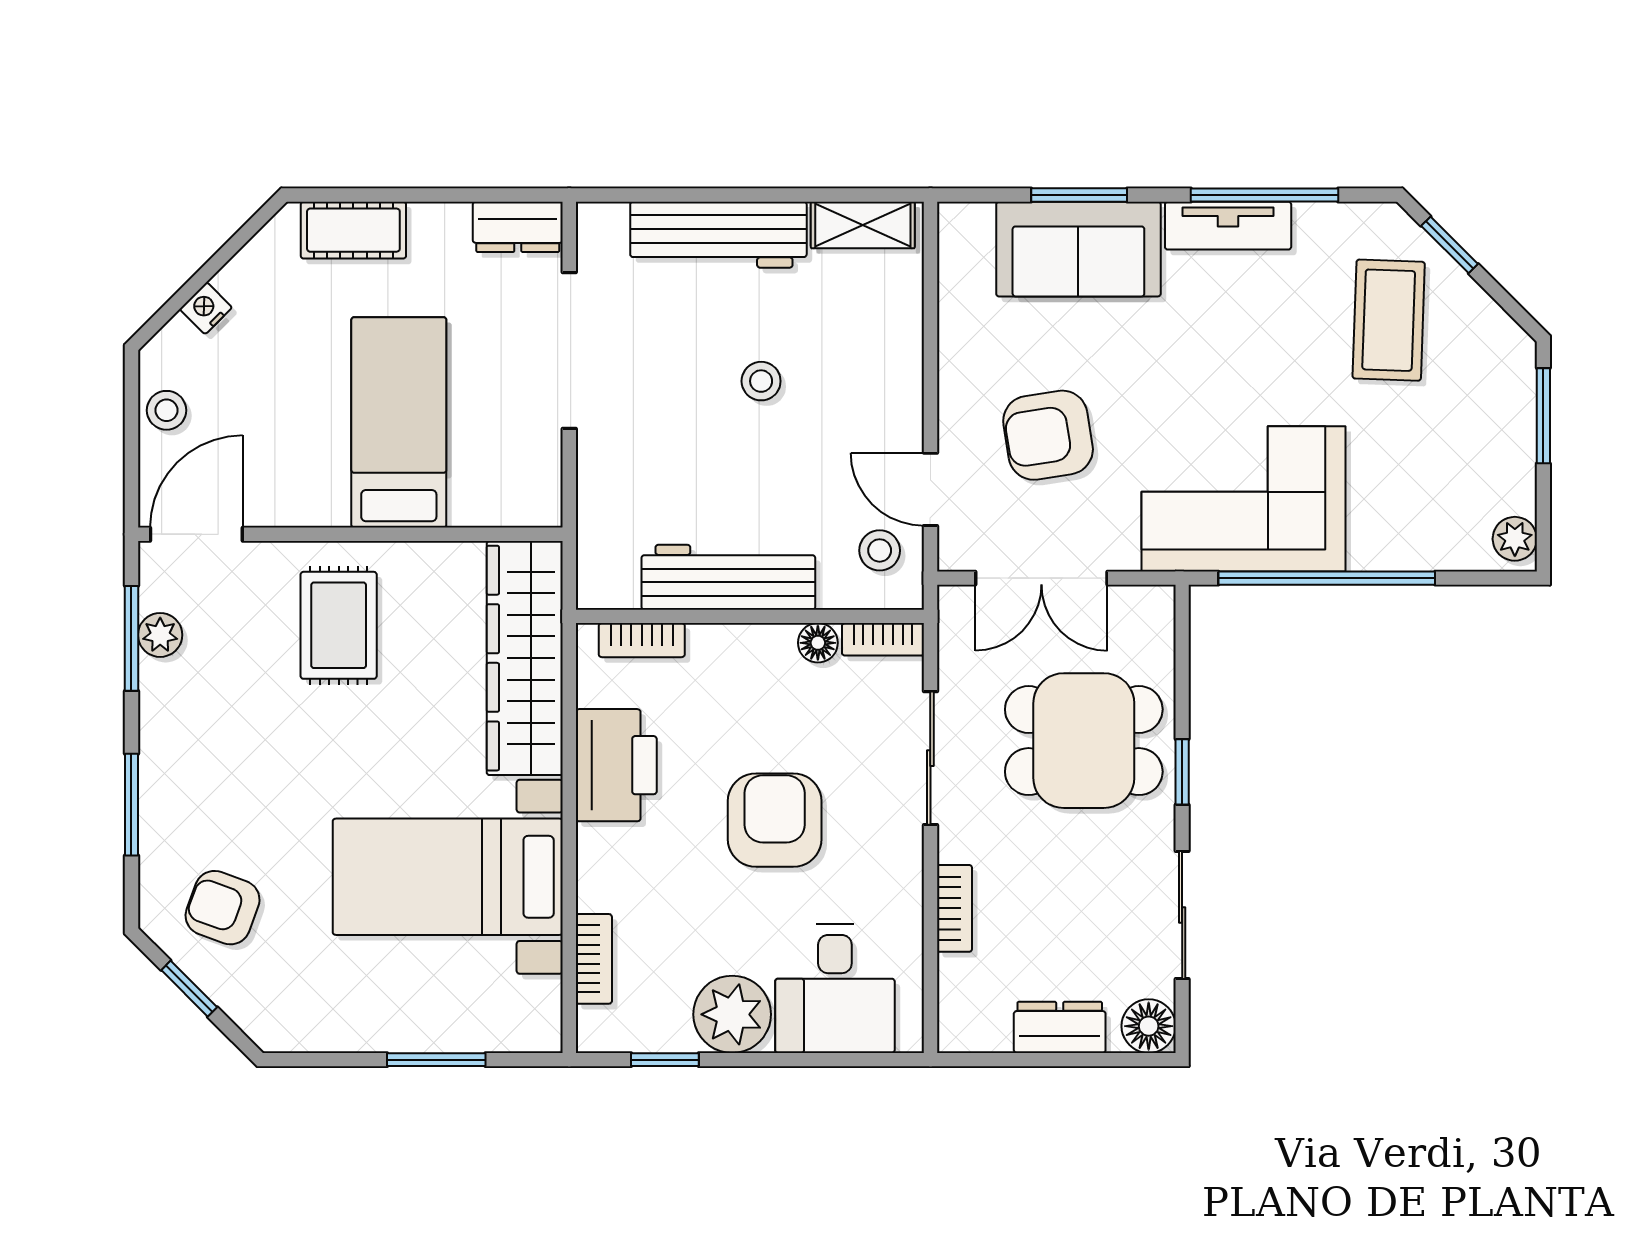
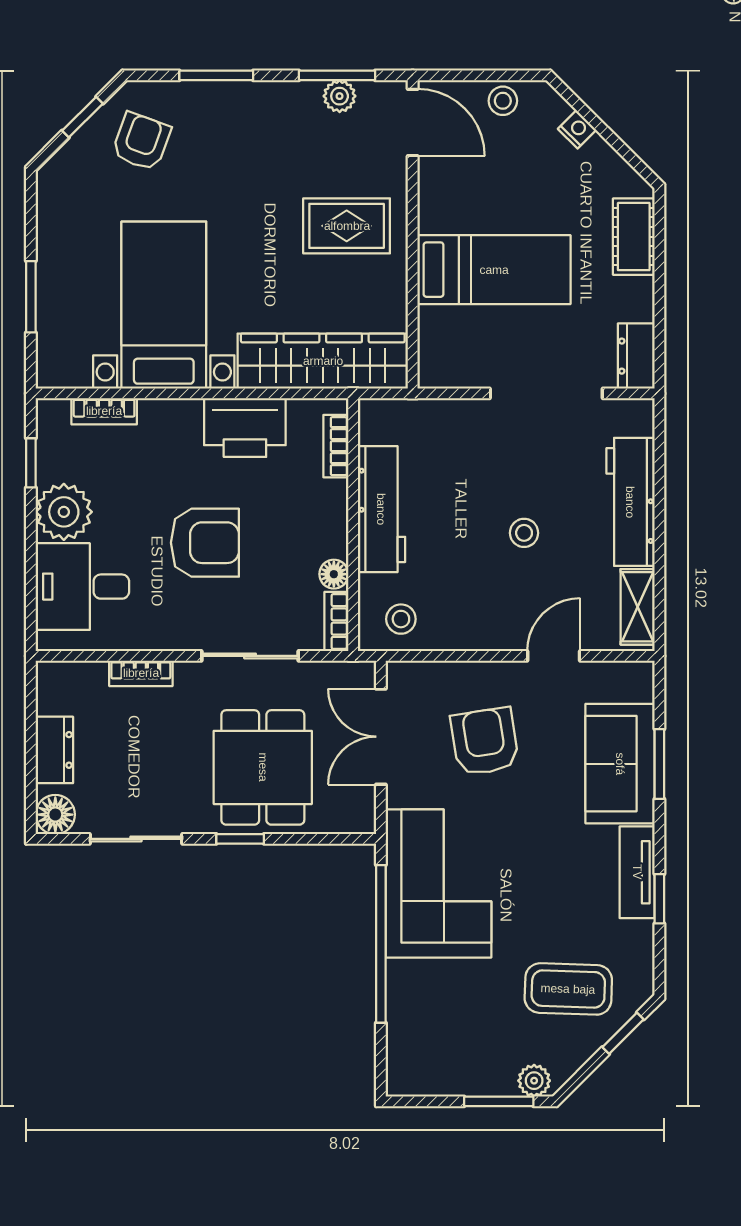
window: (1265, 195) -> (659, 899), width x0.46
door: (930, 489) -> (554, 656), moved
plant: (1515, 539) -> (534, 1081), moved

